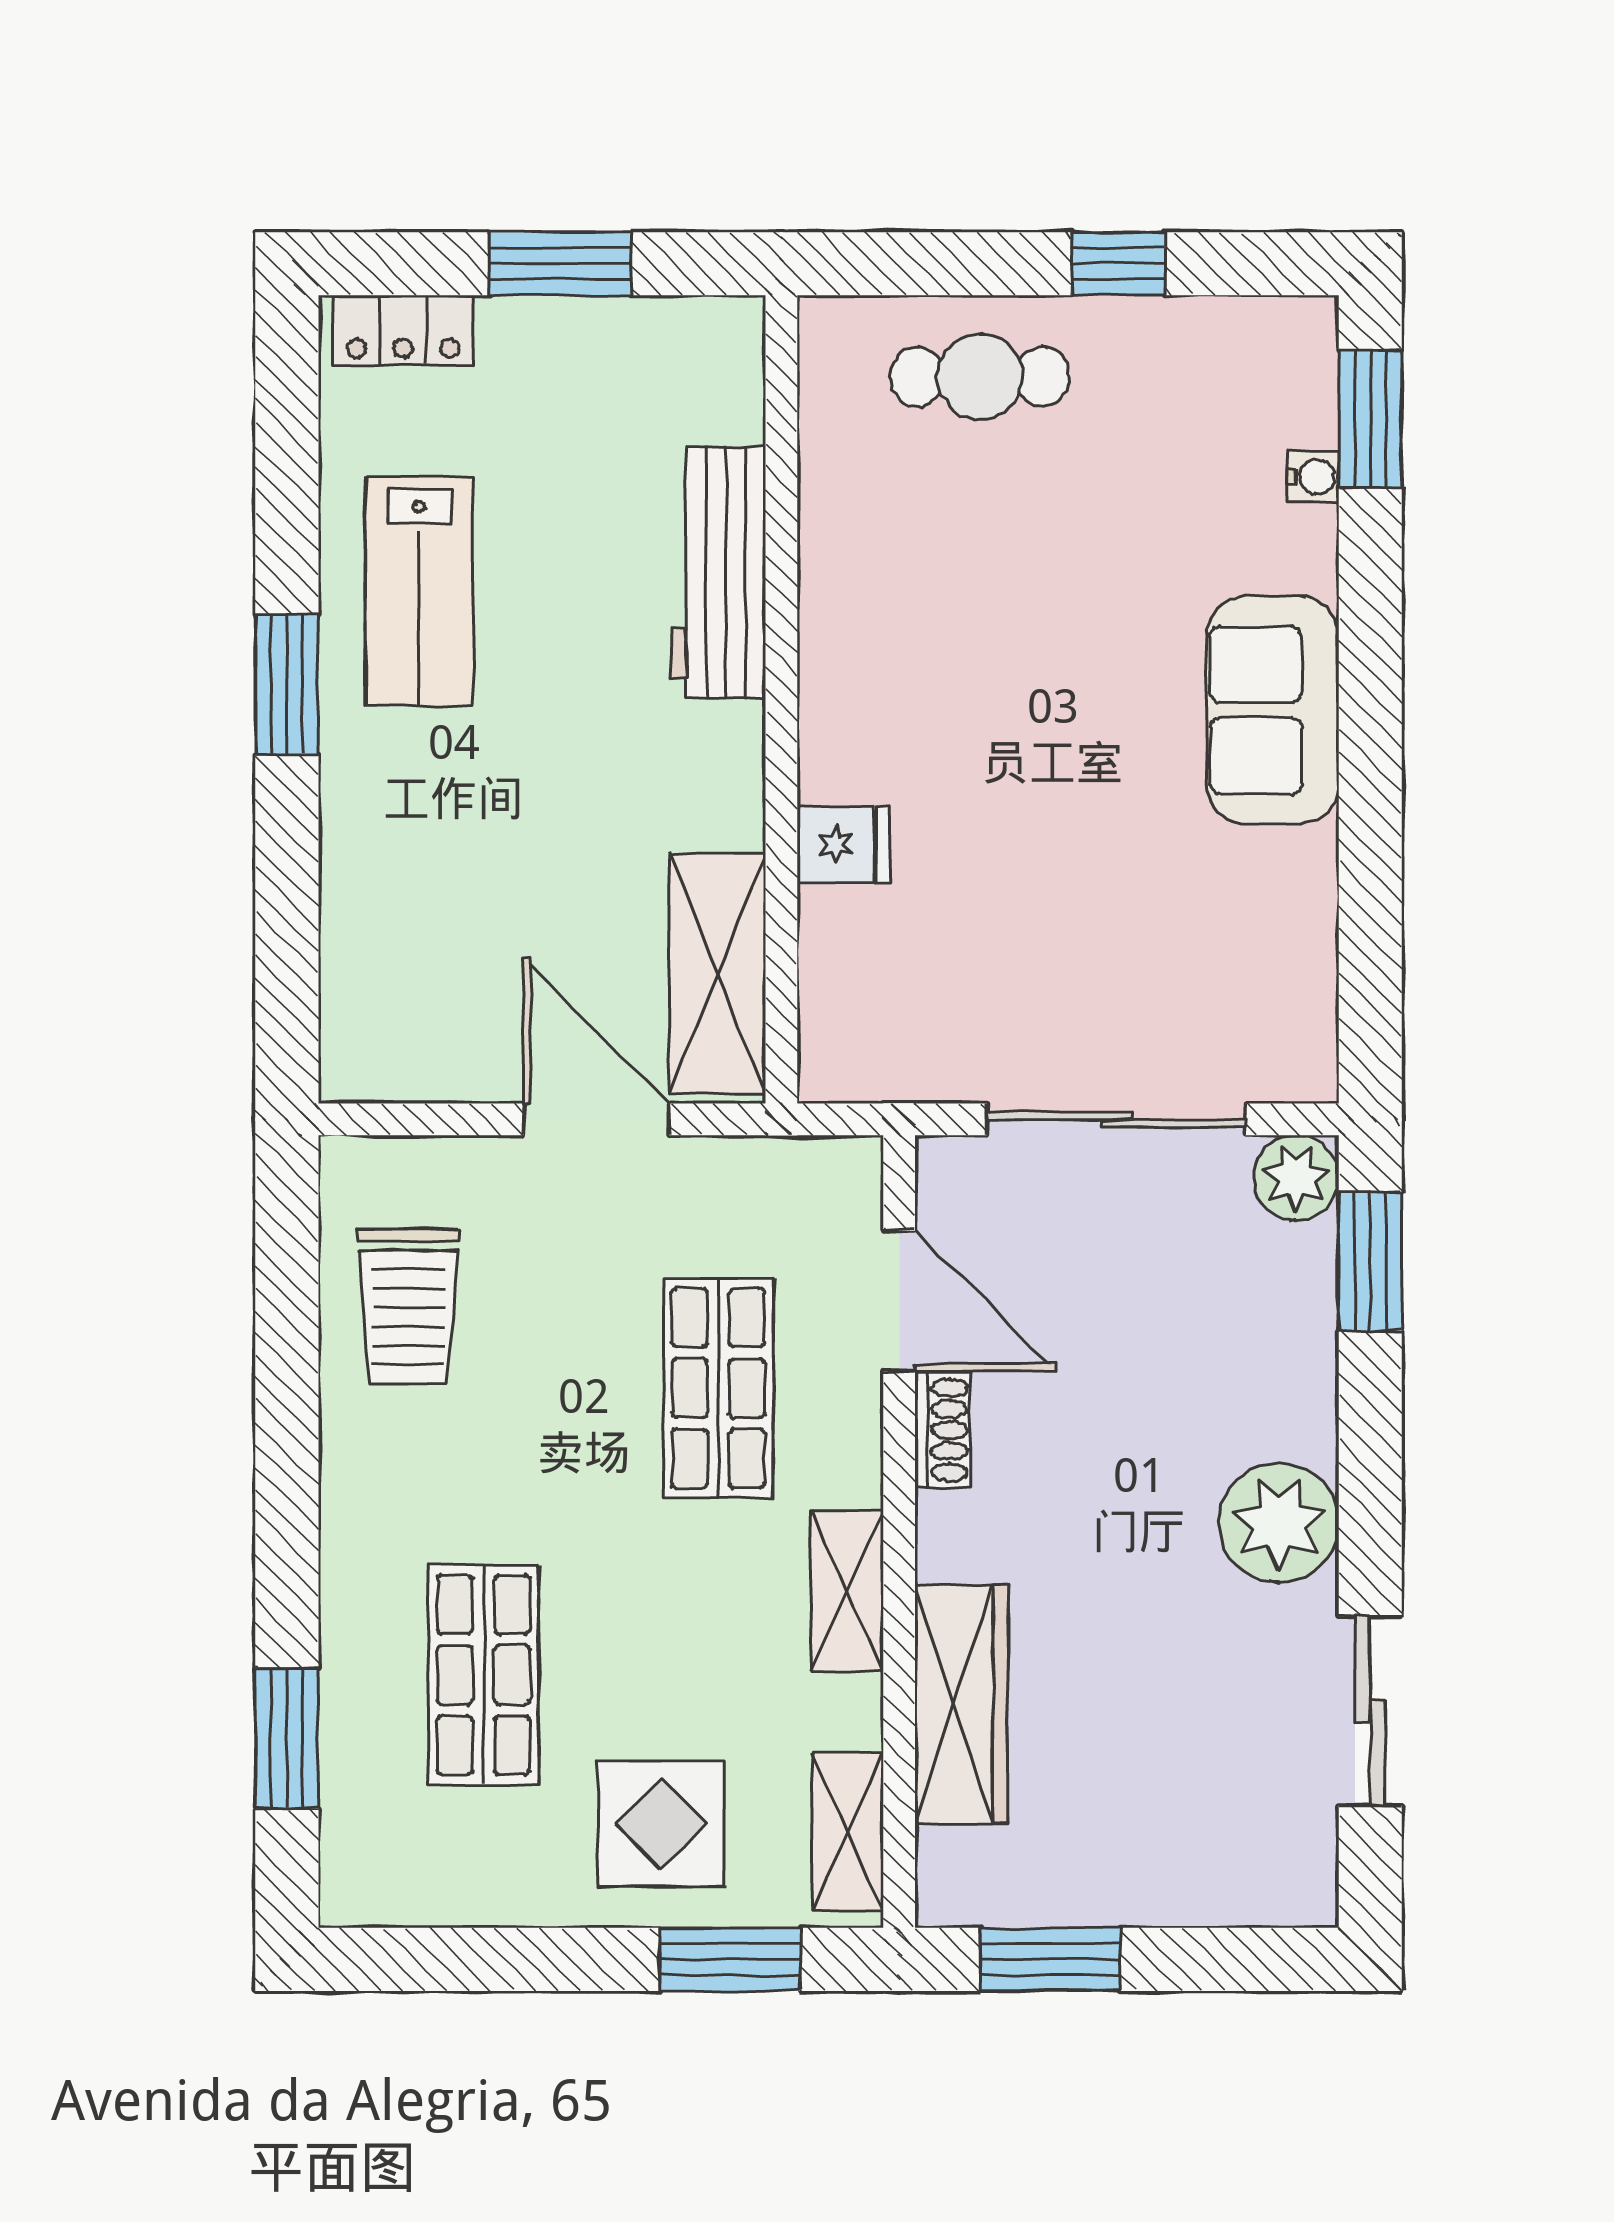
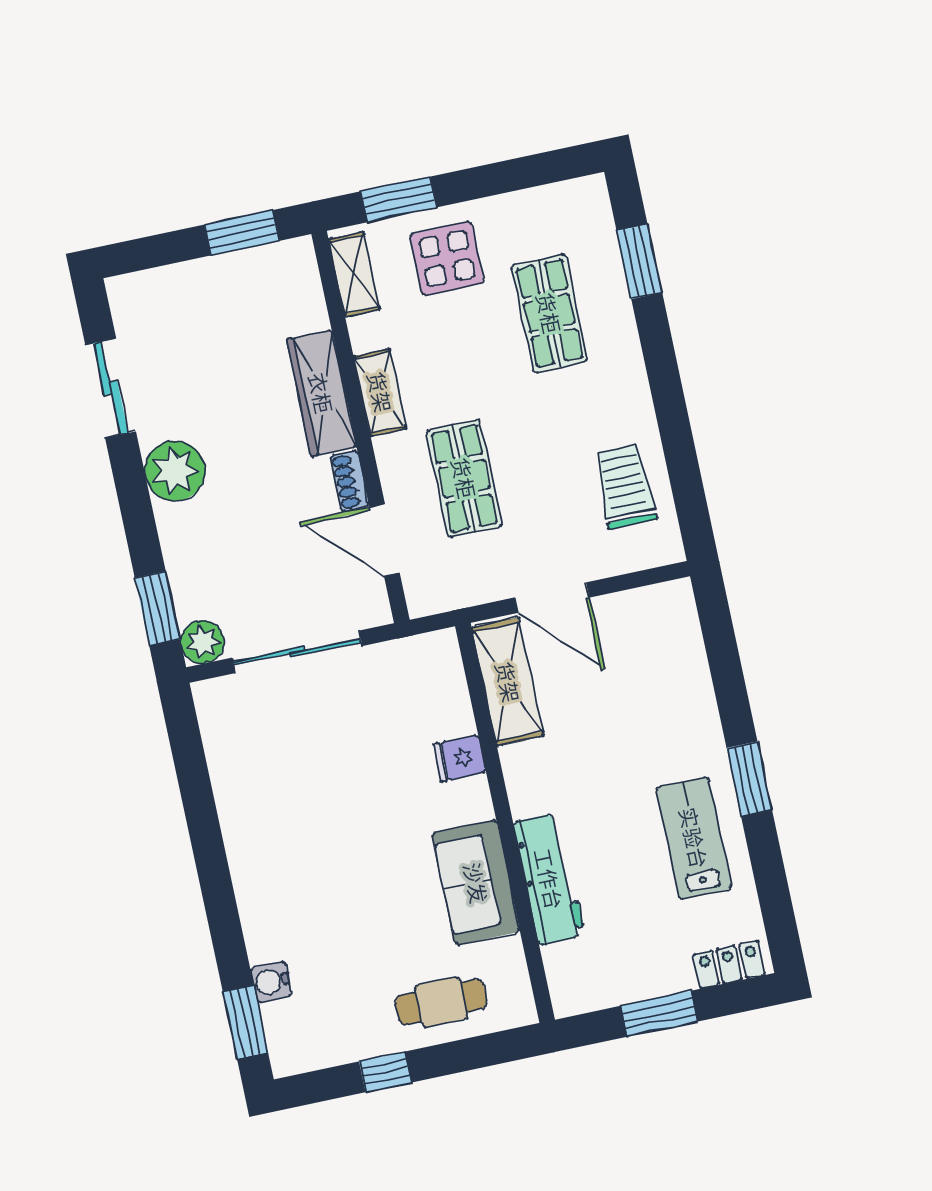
water cooler: (1313, 477) -> (271, 982), width x1.38, depth x1.38
sofa: (1273, 710) -> (476, 883), moved, turned 180
wardrobe: (961, 1704) -> (321, 393), moved

